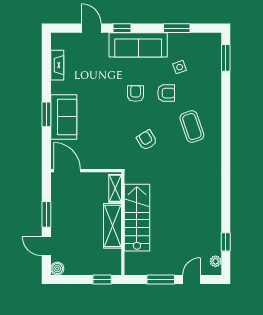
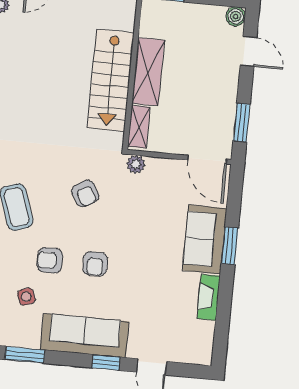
fireplace: (57, 65) -> (209, 297), moved
plant: (115, 163) -> (136, 164), added
window: (46, 214) -> (242, 123), moved

